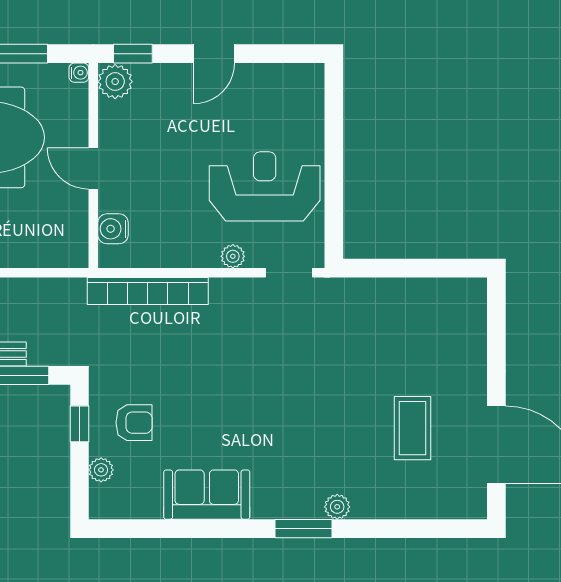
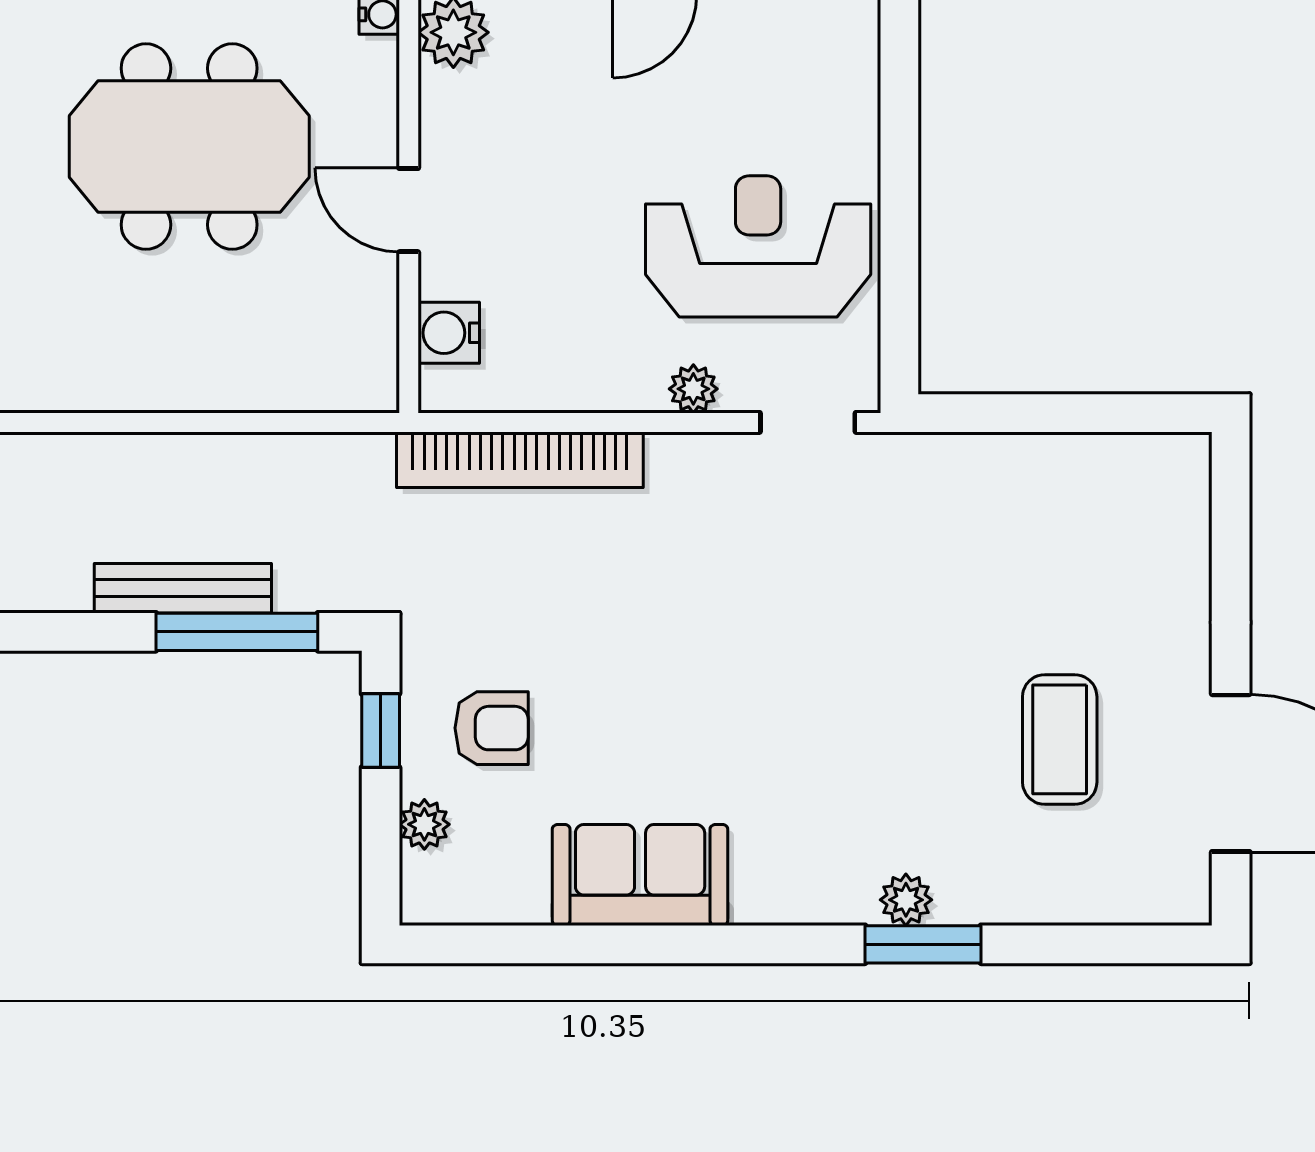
window: (304, 529) -> (923, 944), moved

